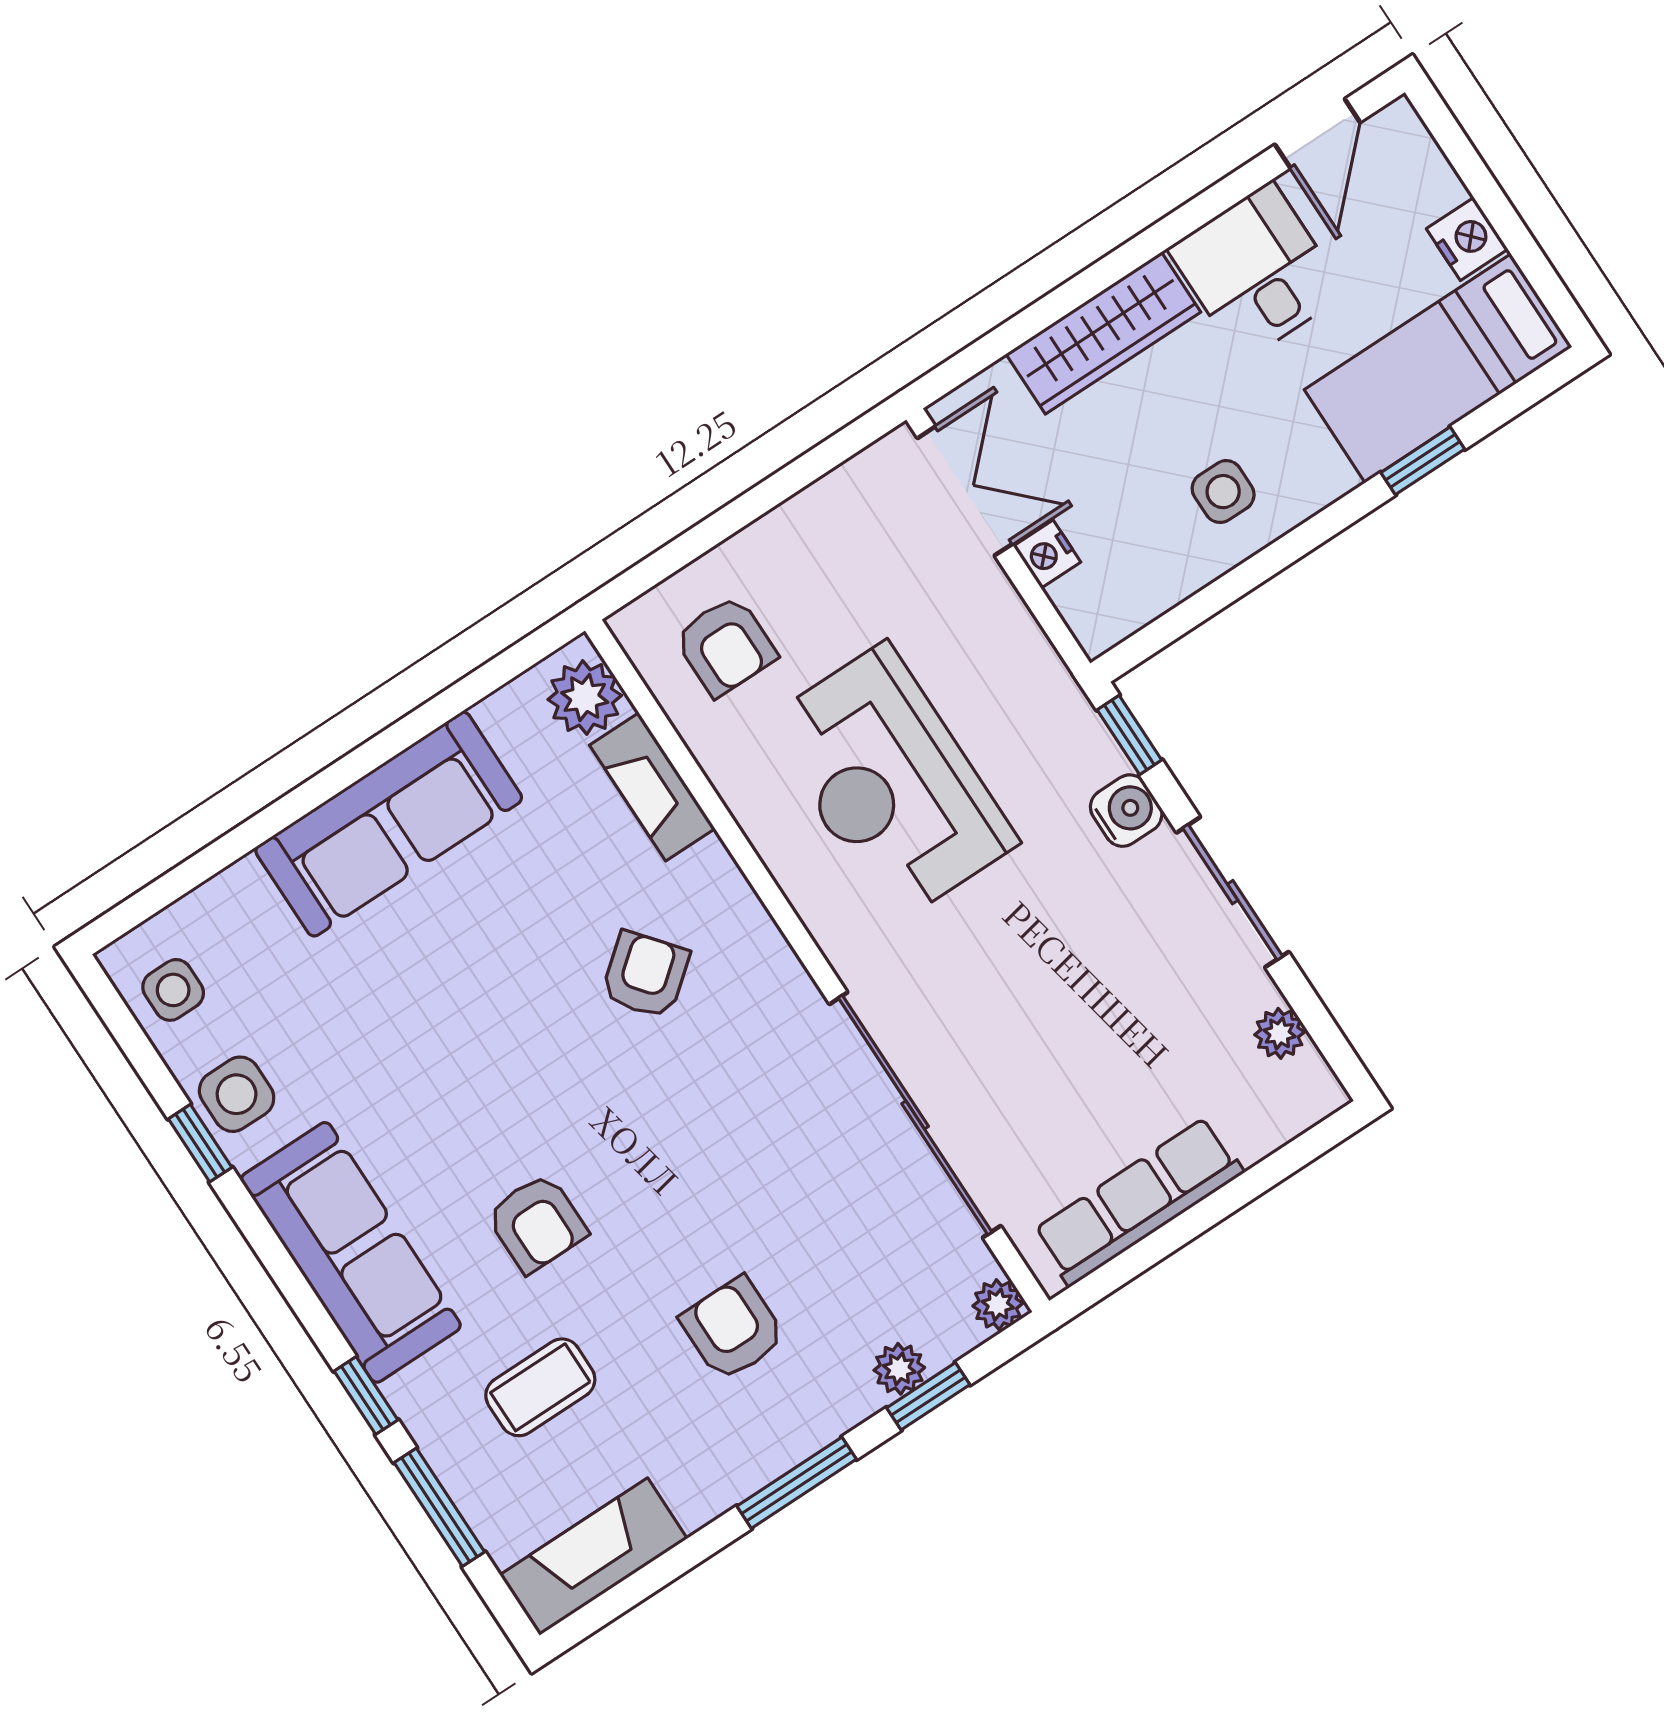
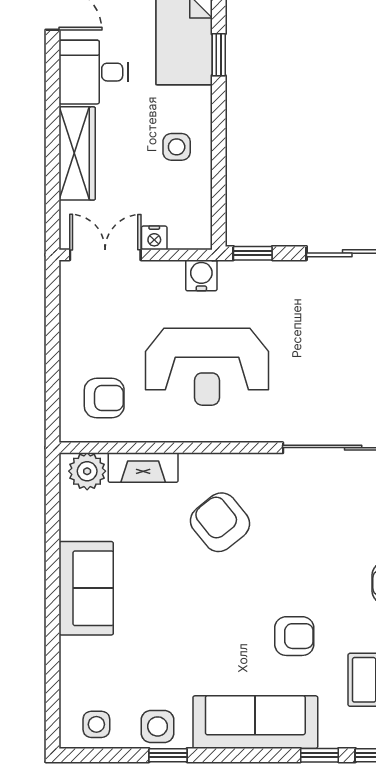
water cooler: (1126, 811) -> (201, 275), moved
sofa: (389, 824) -> (86, 588), width x0.73
armchair: (645, 975) -> (220, 522), width x1.38, depth x1.38

